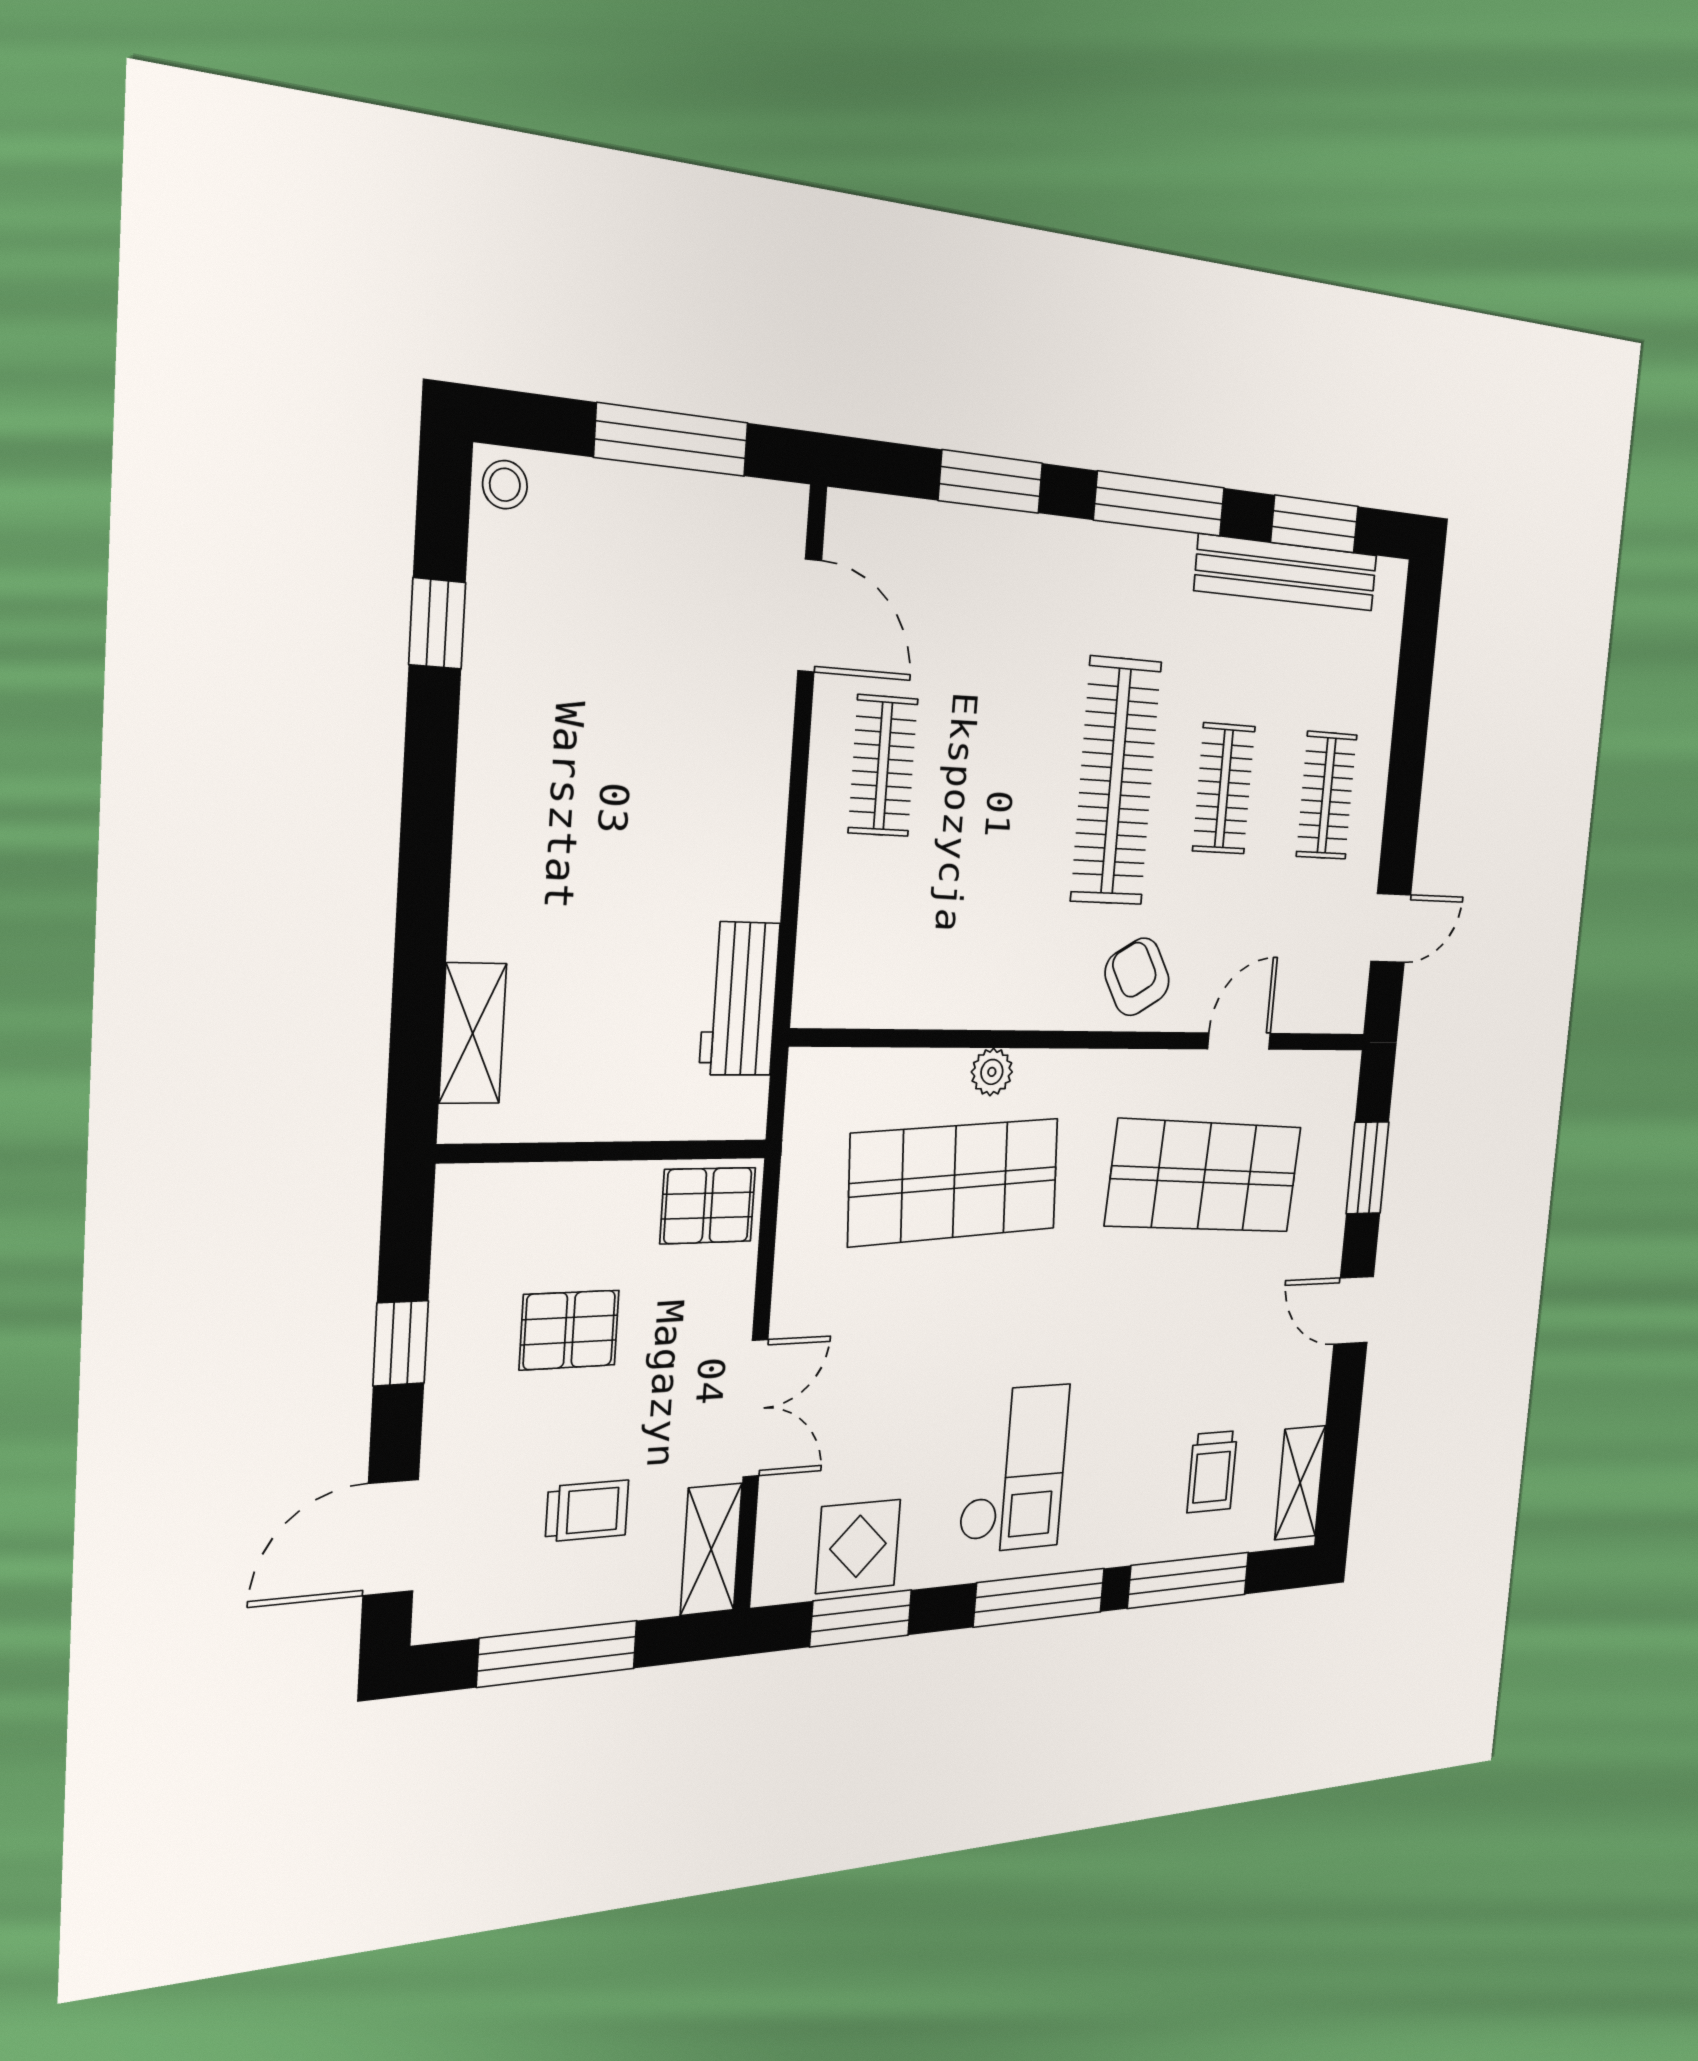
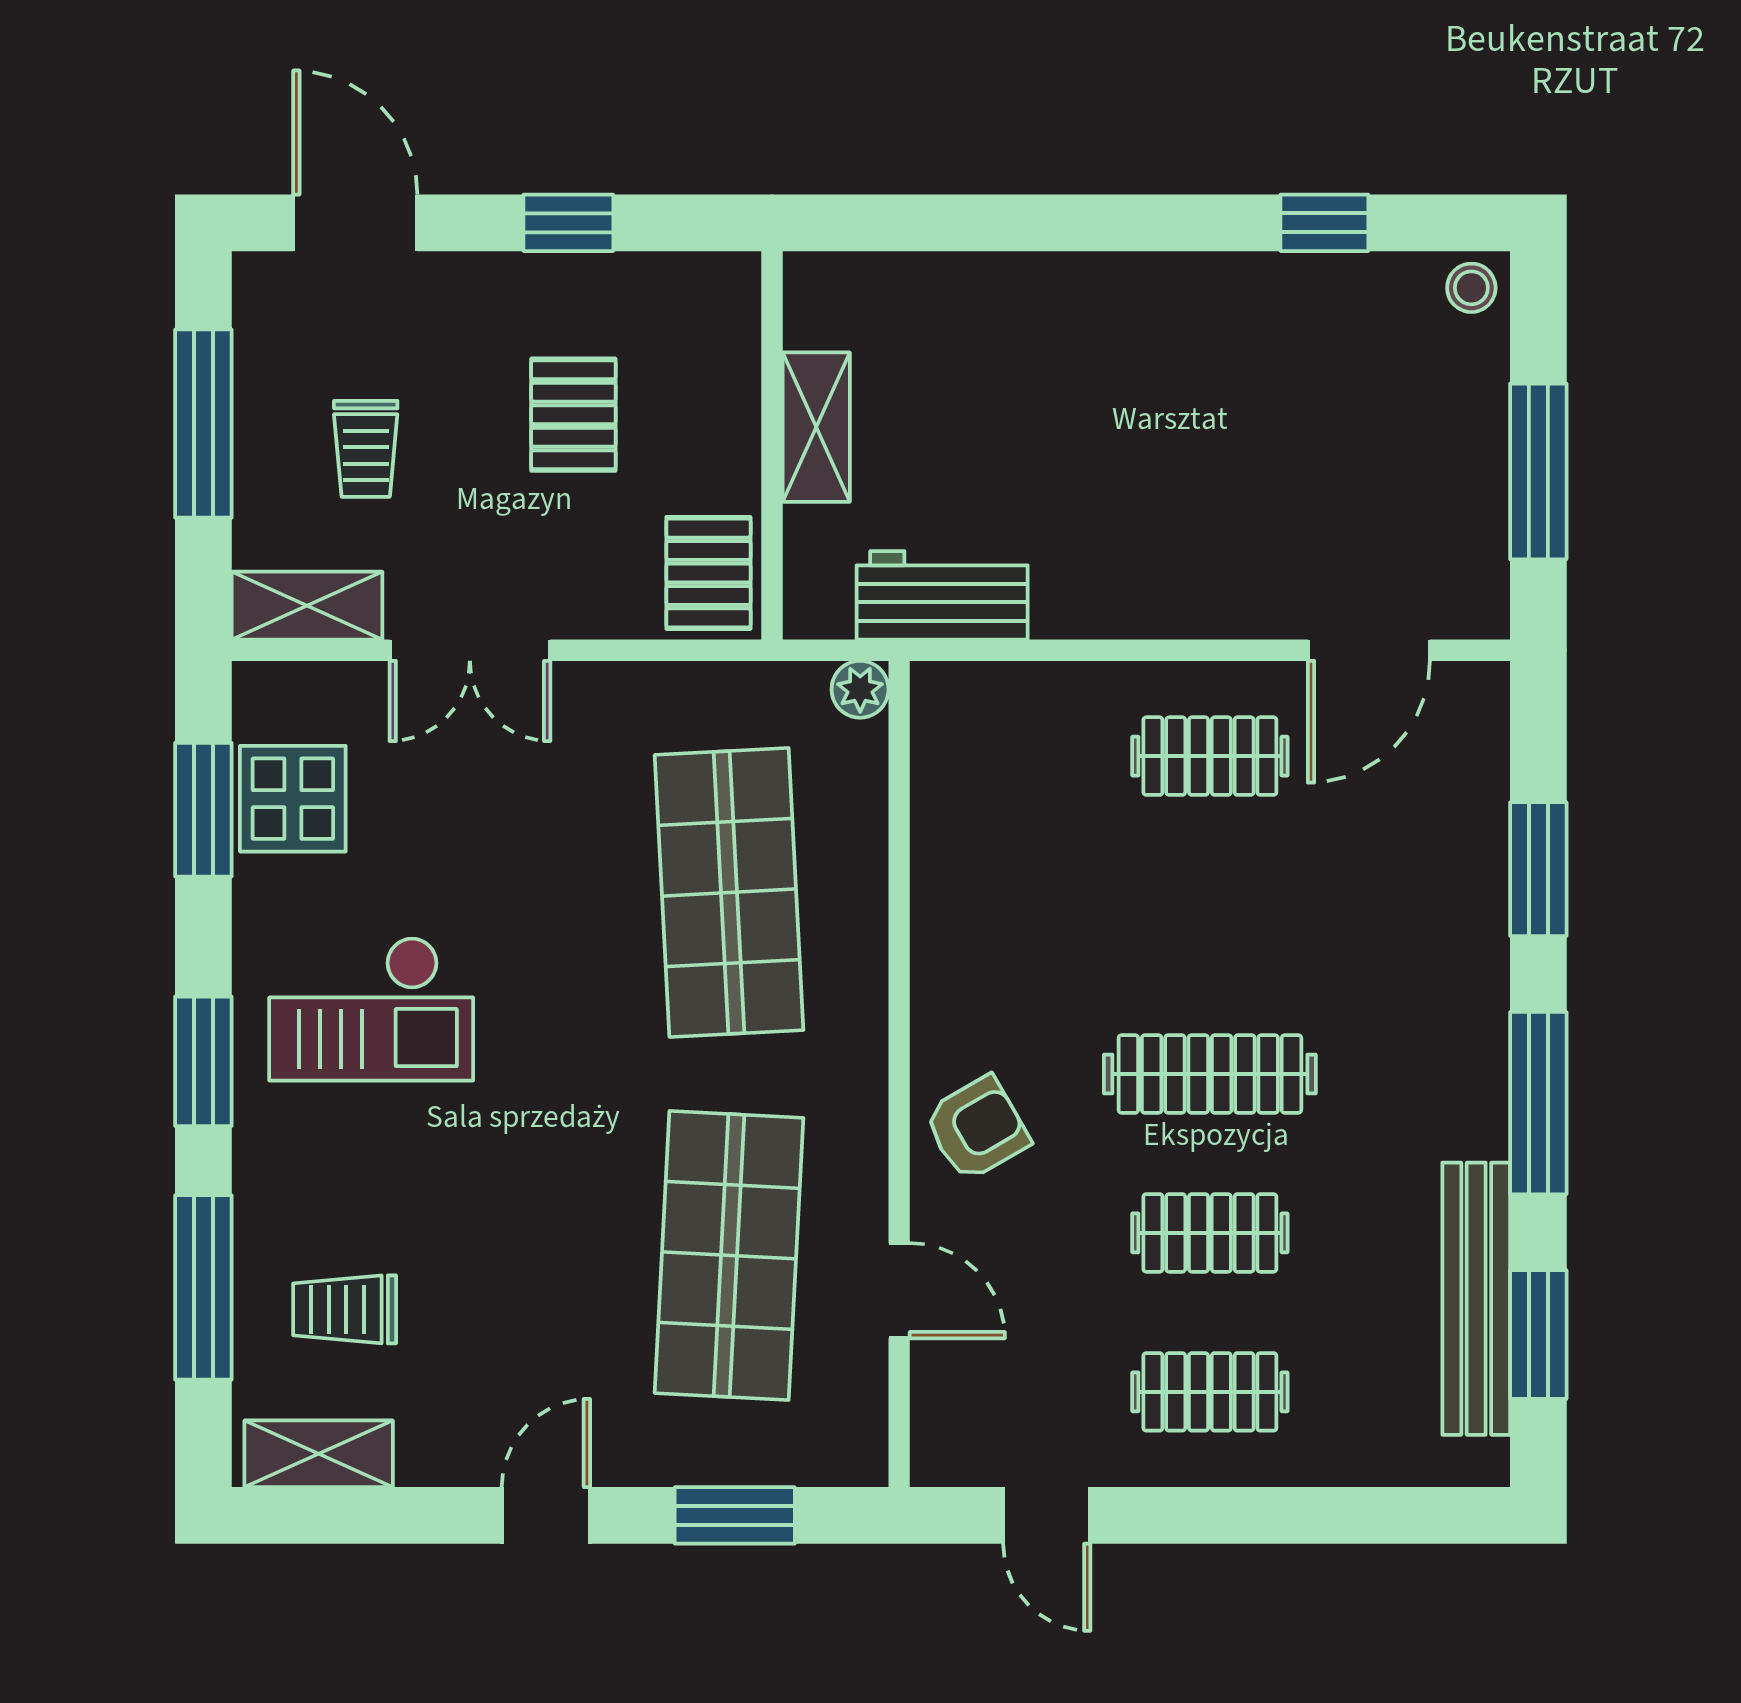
clothes rail: (1116, 781) -> (1210, 1074), width x0.73, depth x0.76
shelving: (473, 1033) -> (816, 427), moved, turned 90
plant: (992, 1072) -> (860, 689), moved
window: (1039, 1597) -> (203, 1061), width x0.69

